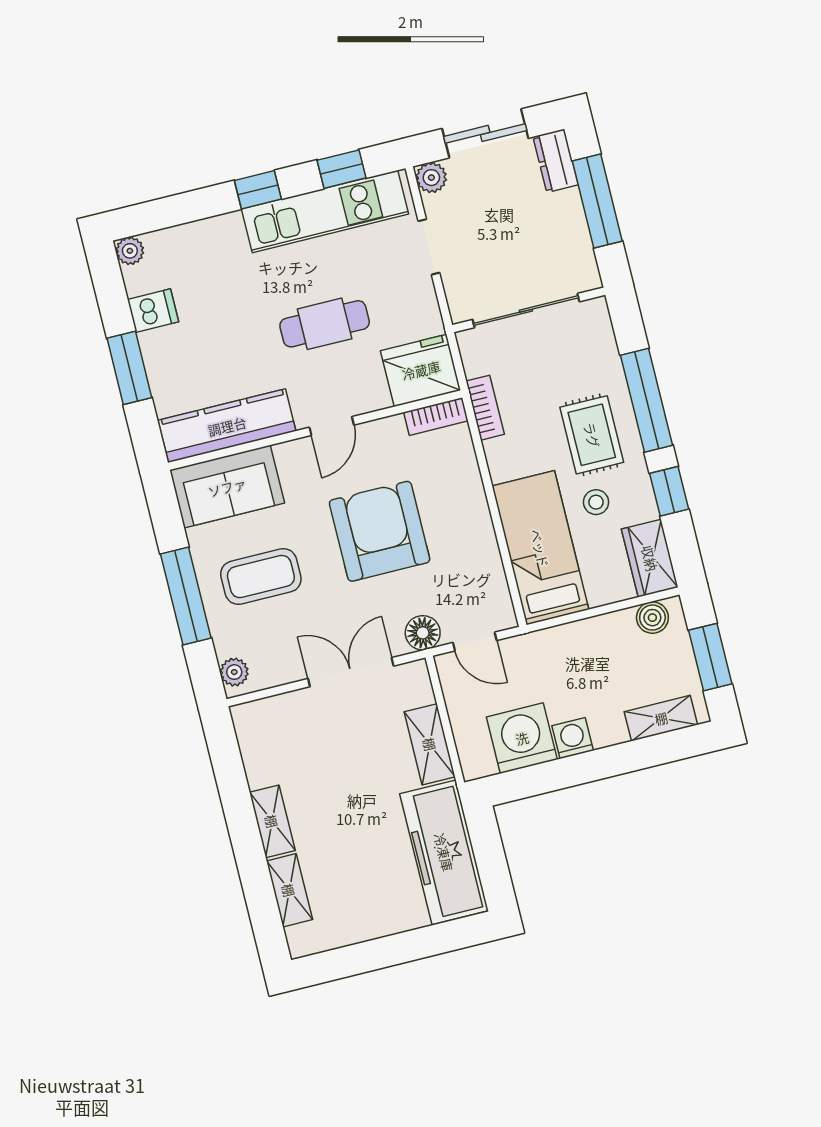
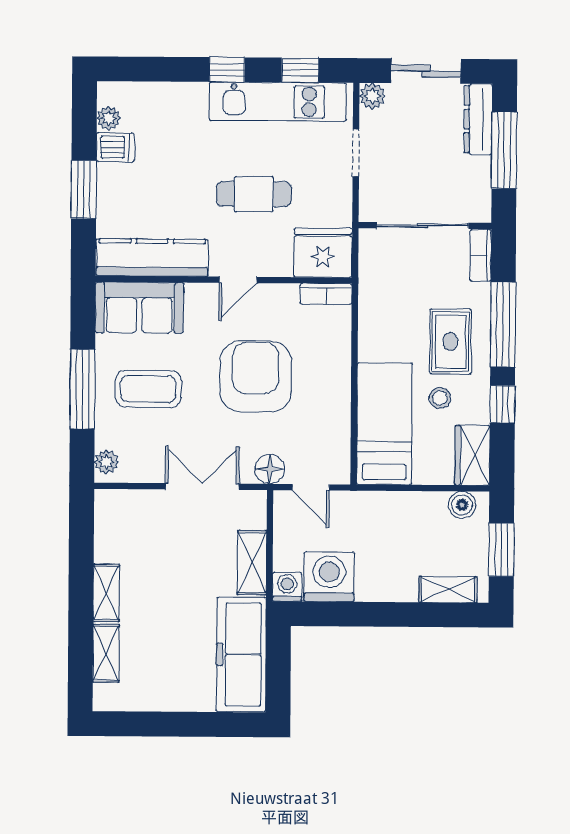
dresser: (556, 161) -> (478, 119), width x1.44
plant: (130, 251) -> (109, 118), moved
bookcase: (485, 408) -> (481, 255), moved, turned 180
washing machine: (573, 738) -> (287, 587), moved

